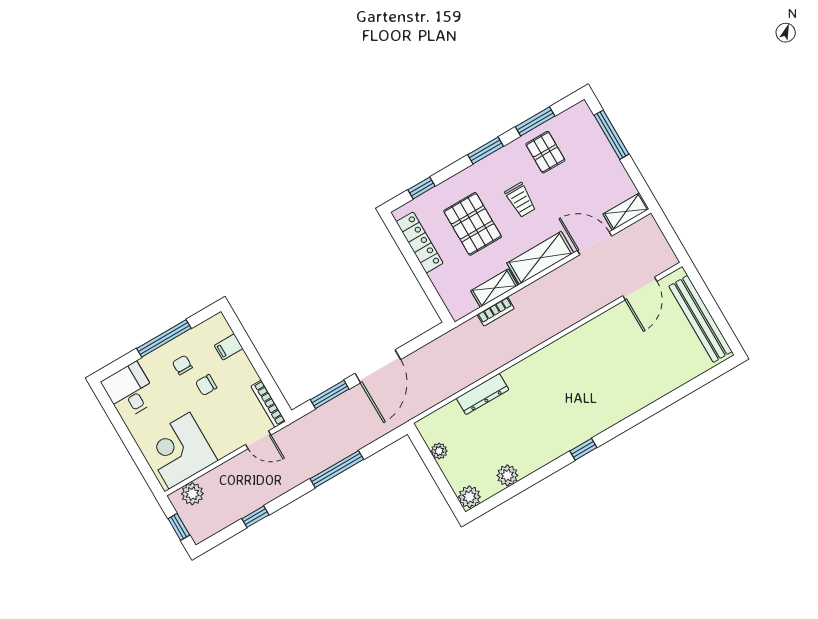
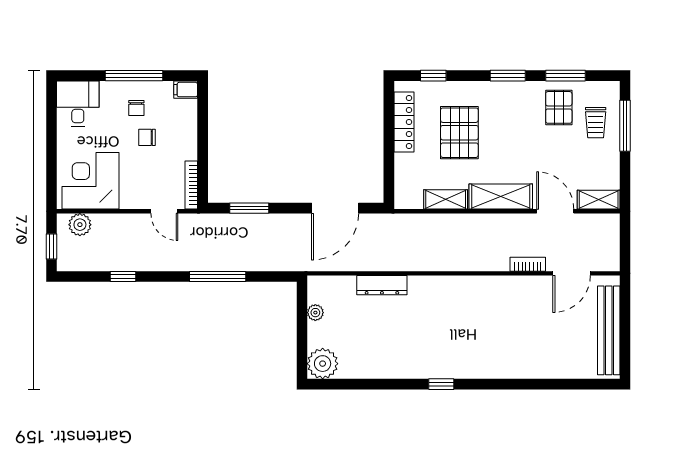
trolley: (521, 200) -> (596, 123), moved
bookcase: (496, 312) -> (528, 264), moved, turned 180
filing cabinet: (229, 347) -> (186, 90), moved
chair: (182, 365) -> (136, 108), turned 180
door: (378, 366) -> (335, 208), moved
plant: (507, 475) -> (362, 368), removed
plant: (469, 497) -> (323, 364), width x1.36, depth x1.36

